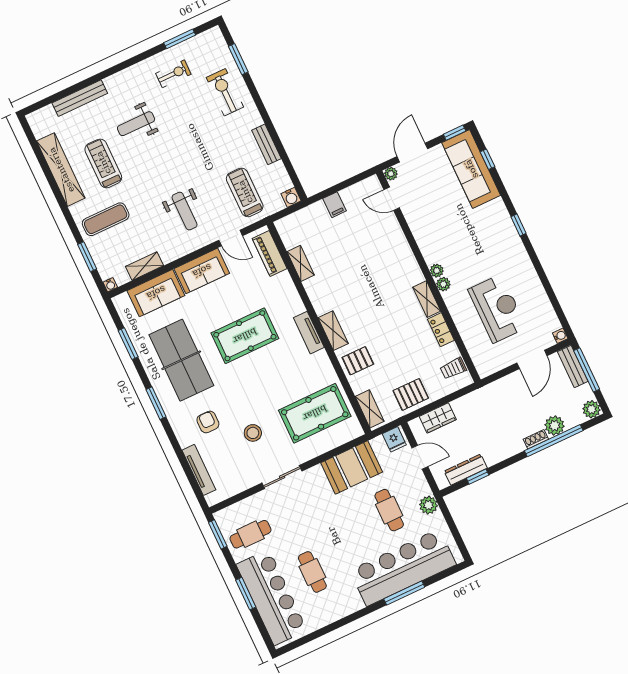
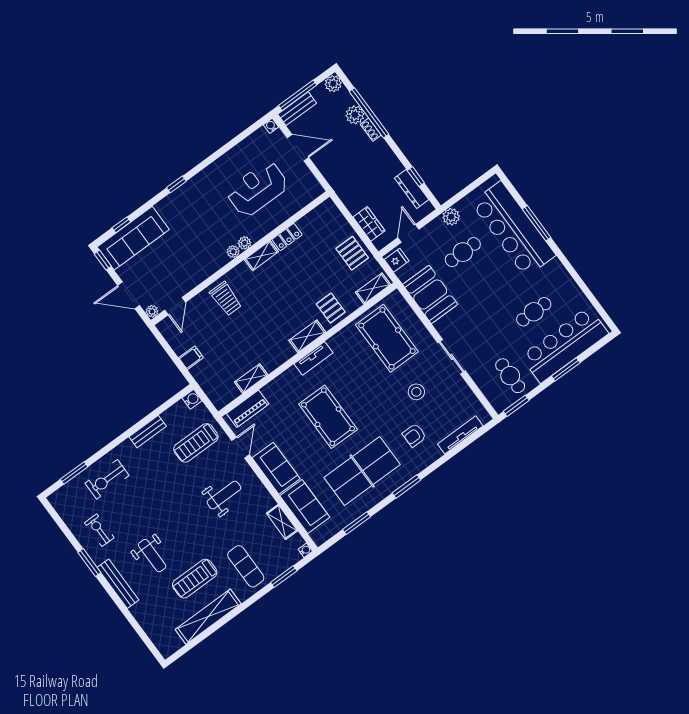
window: (180, 39) -> (89, 563), moved
bench: (80, 98) -> (118, 584), moved
trolley: (453, 368) -> (226, 299), moved, width x1.36, depth x1.39

